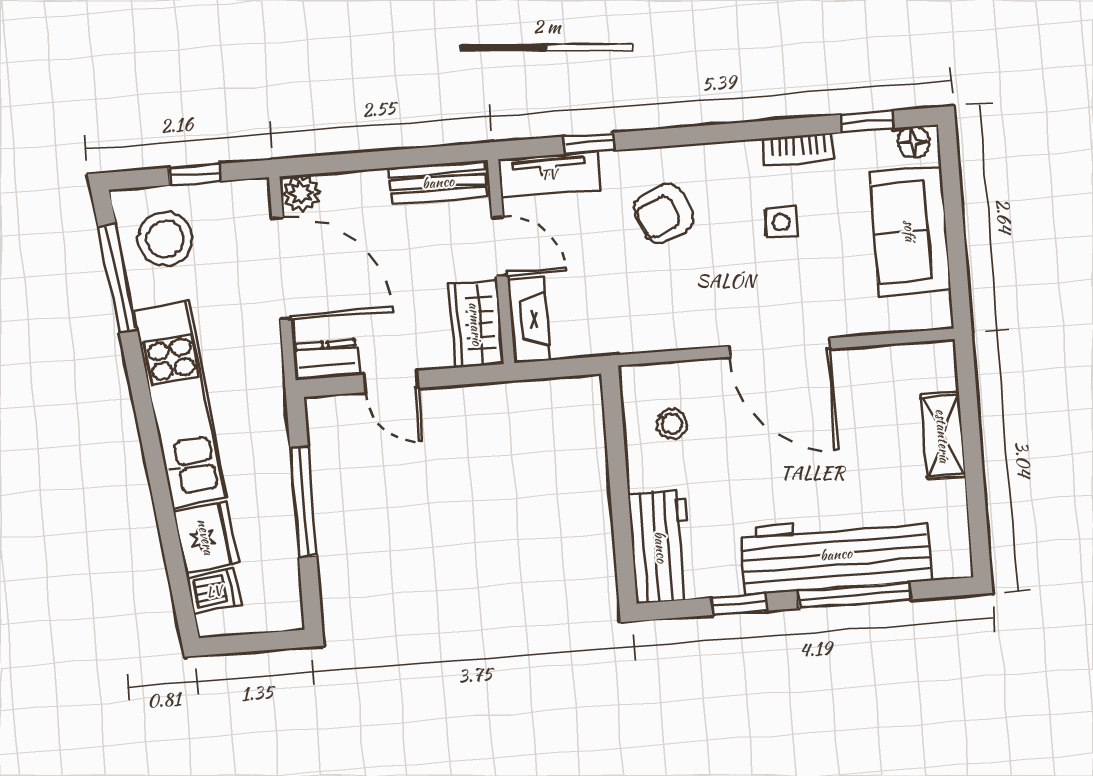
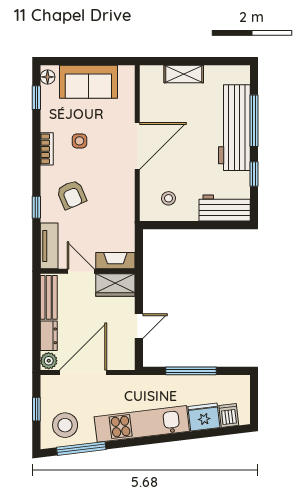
window: (589, 143) -> (36, 207), moved
bookcase: (798, 150) -> (47, 149), moved
door: (500, 247) -> (81, 271), hinge flipped
dresser: (326, 360) -> (49, 336), moved, turned 180

